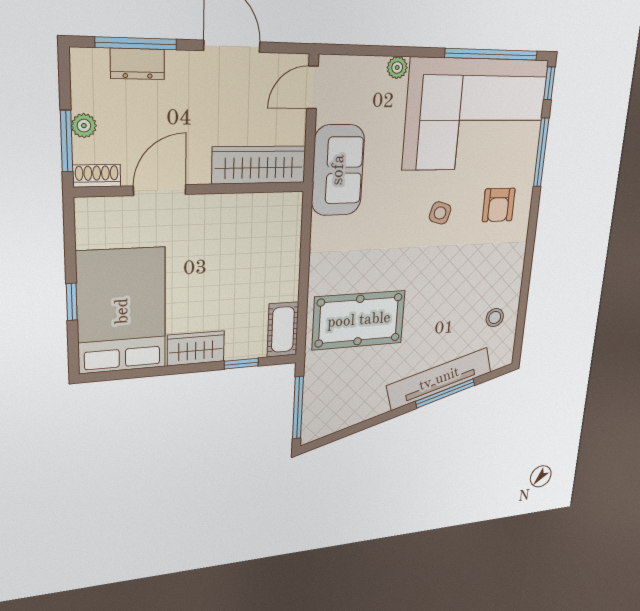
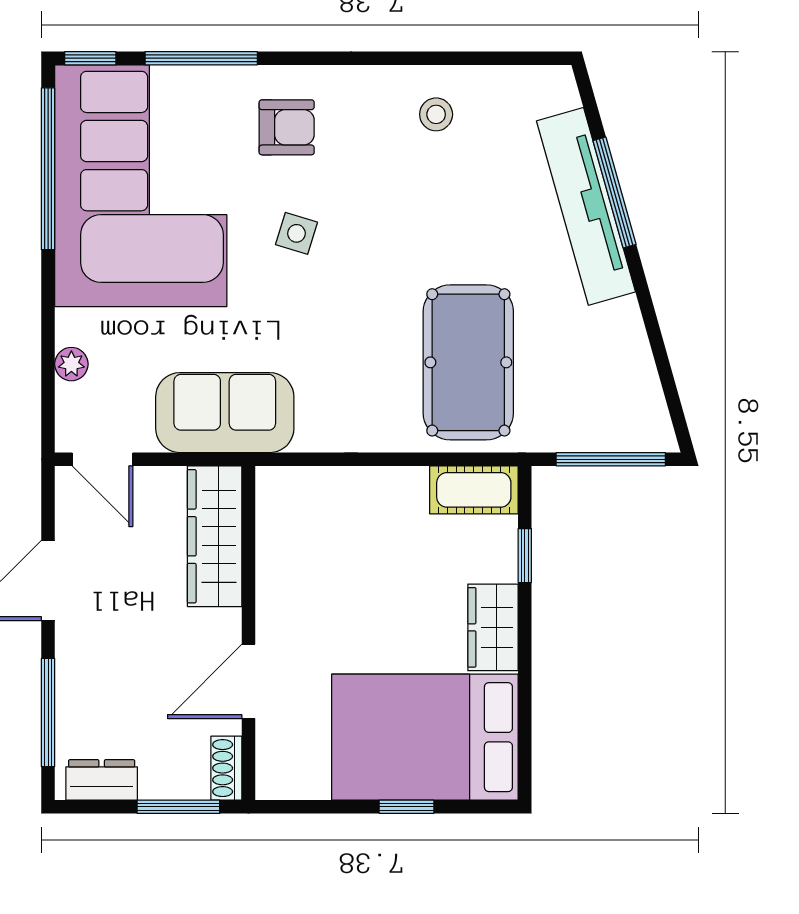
dresser: (138, 64) -> (102, 780), moved, turned -90
plant: (397, 68) -> (71, 364), moved
plant: (84, 126) -> (158, 783), removed
door: (160, 190) -> (248, 681), hinge flipped
stool: (495, 318) -> (436, 114), moved

